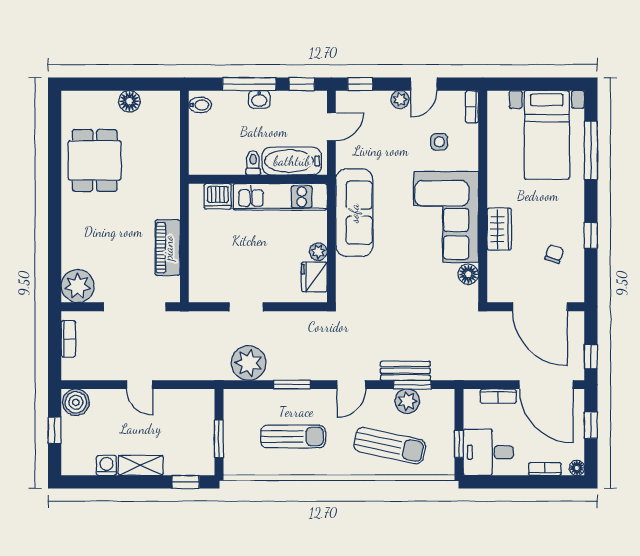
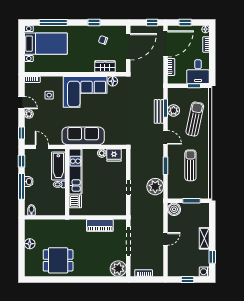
wardrobe: (499, 229) -> (105, 66), moved
boiler: (76, 402) -> (174, 209), moved
washing machine: (106, 465) -> (204, 272), moved
window: (186, 482) -> (212, 257), moved

